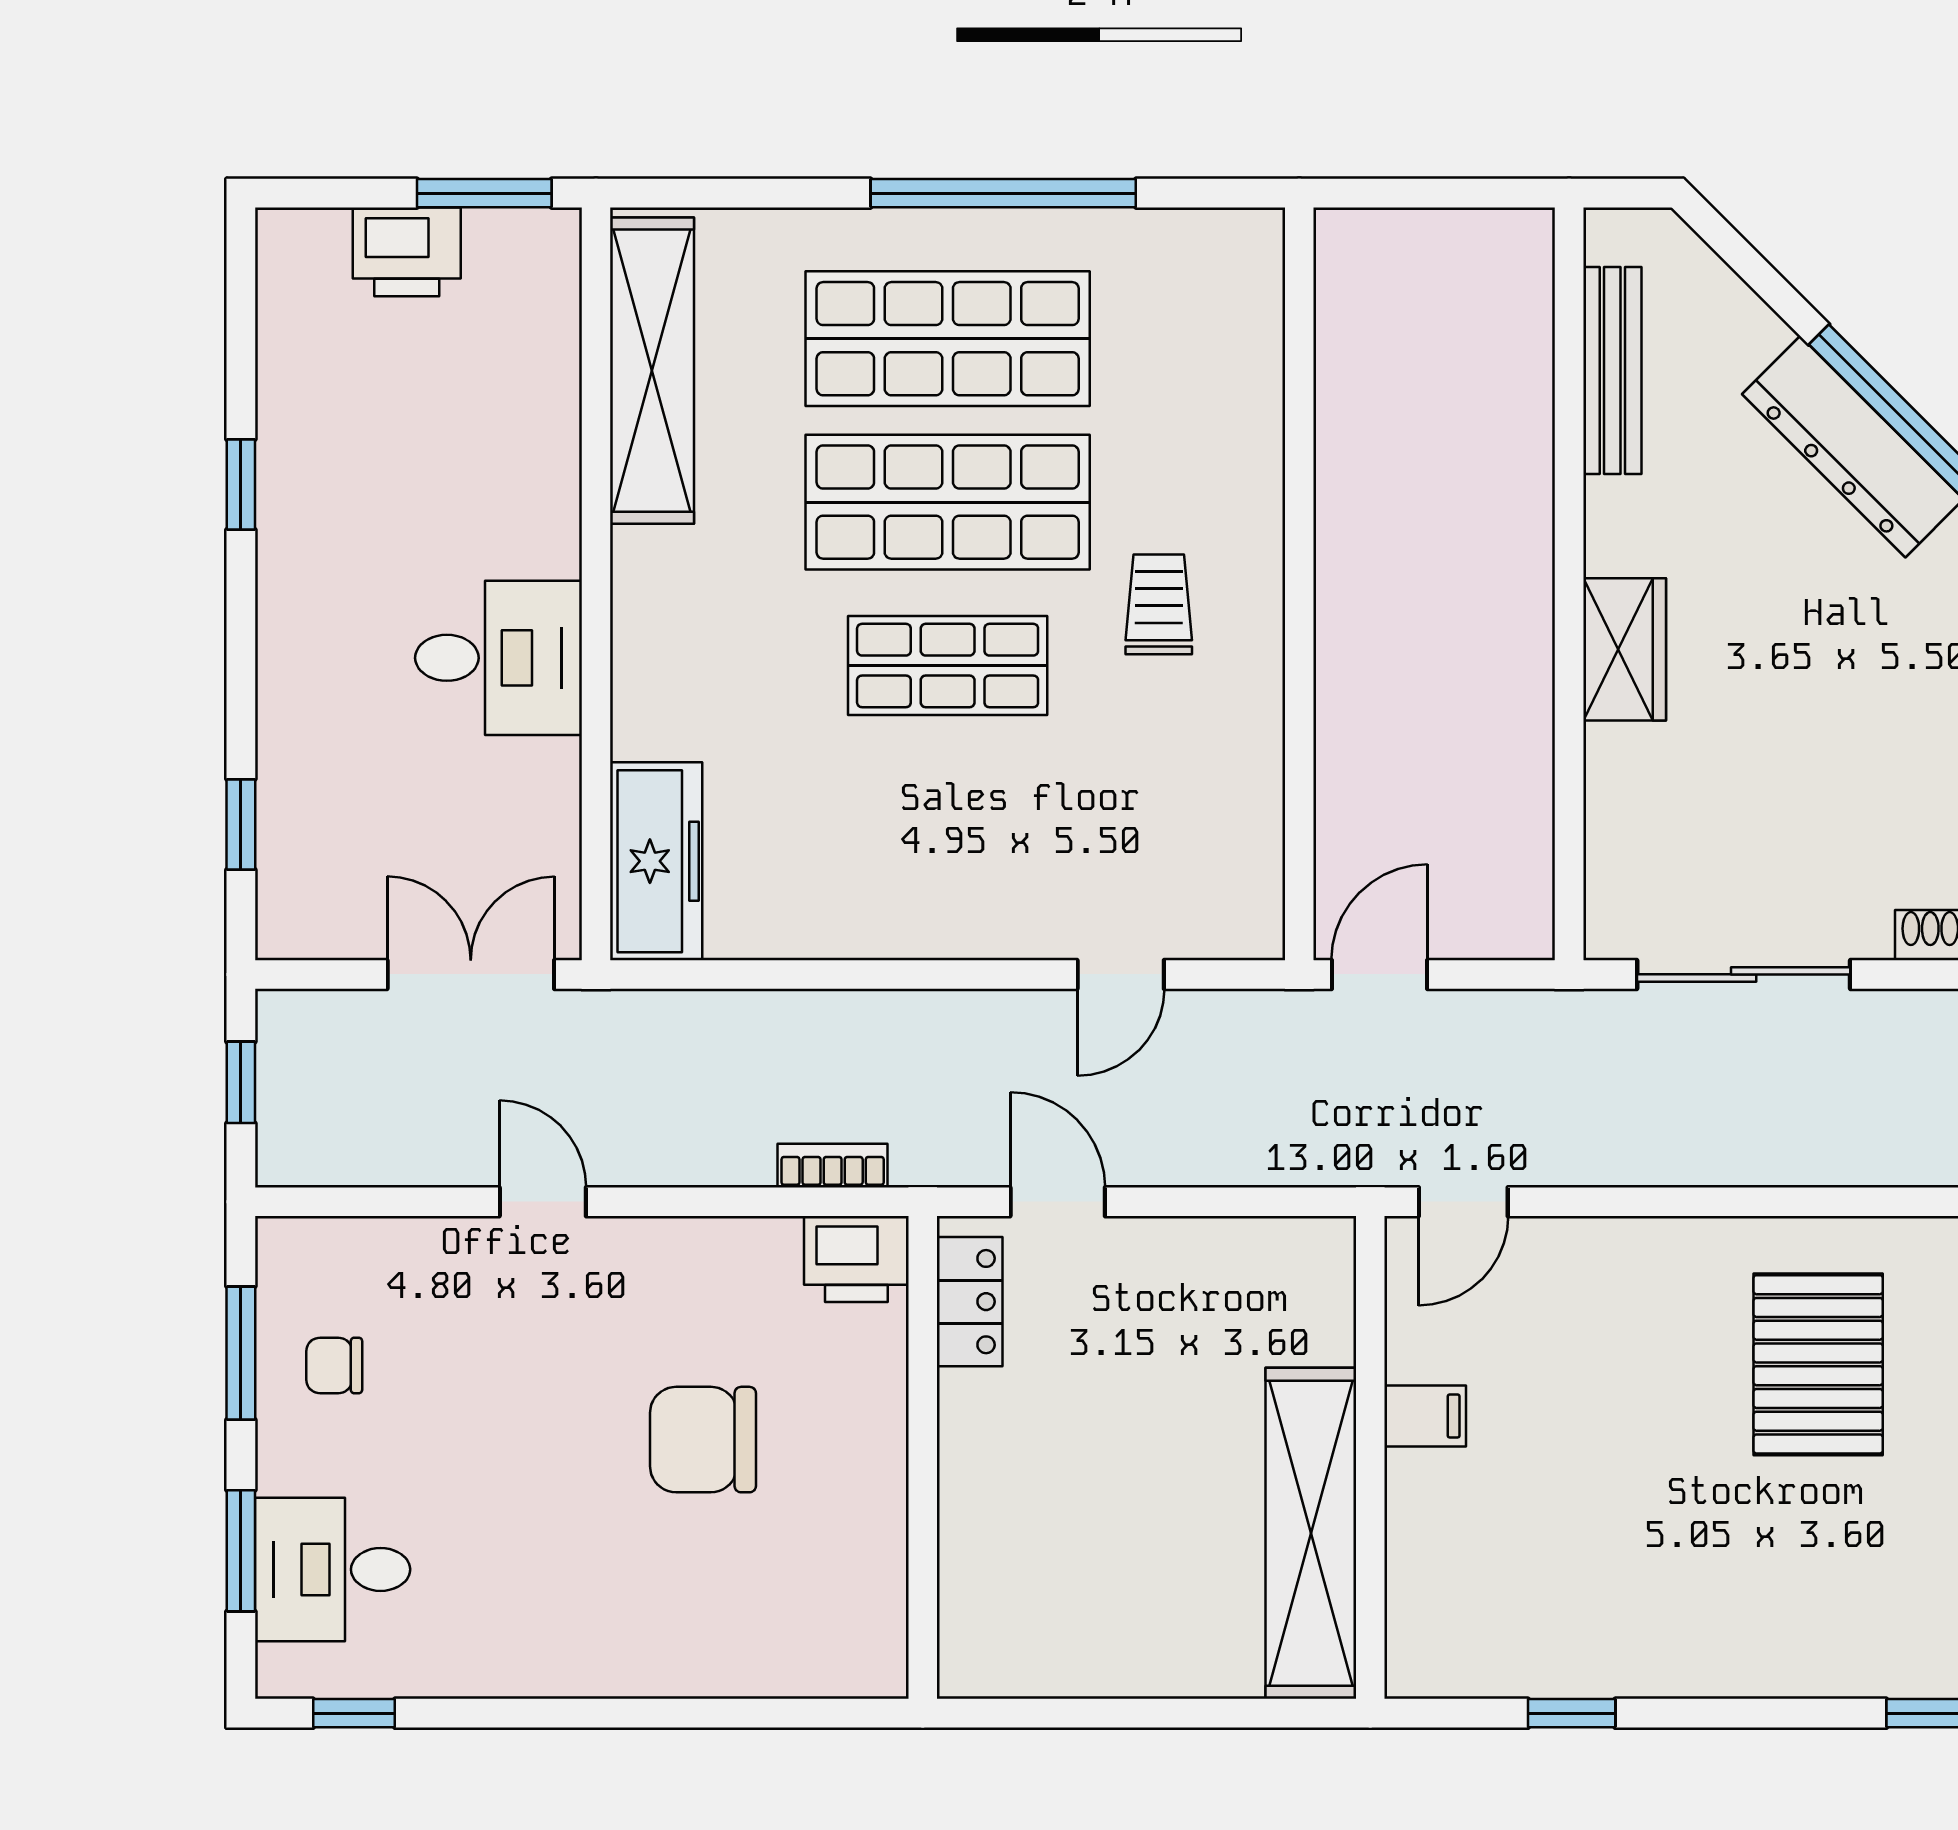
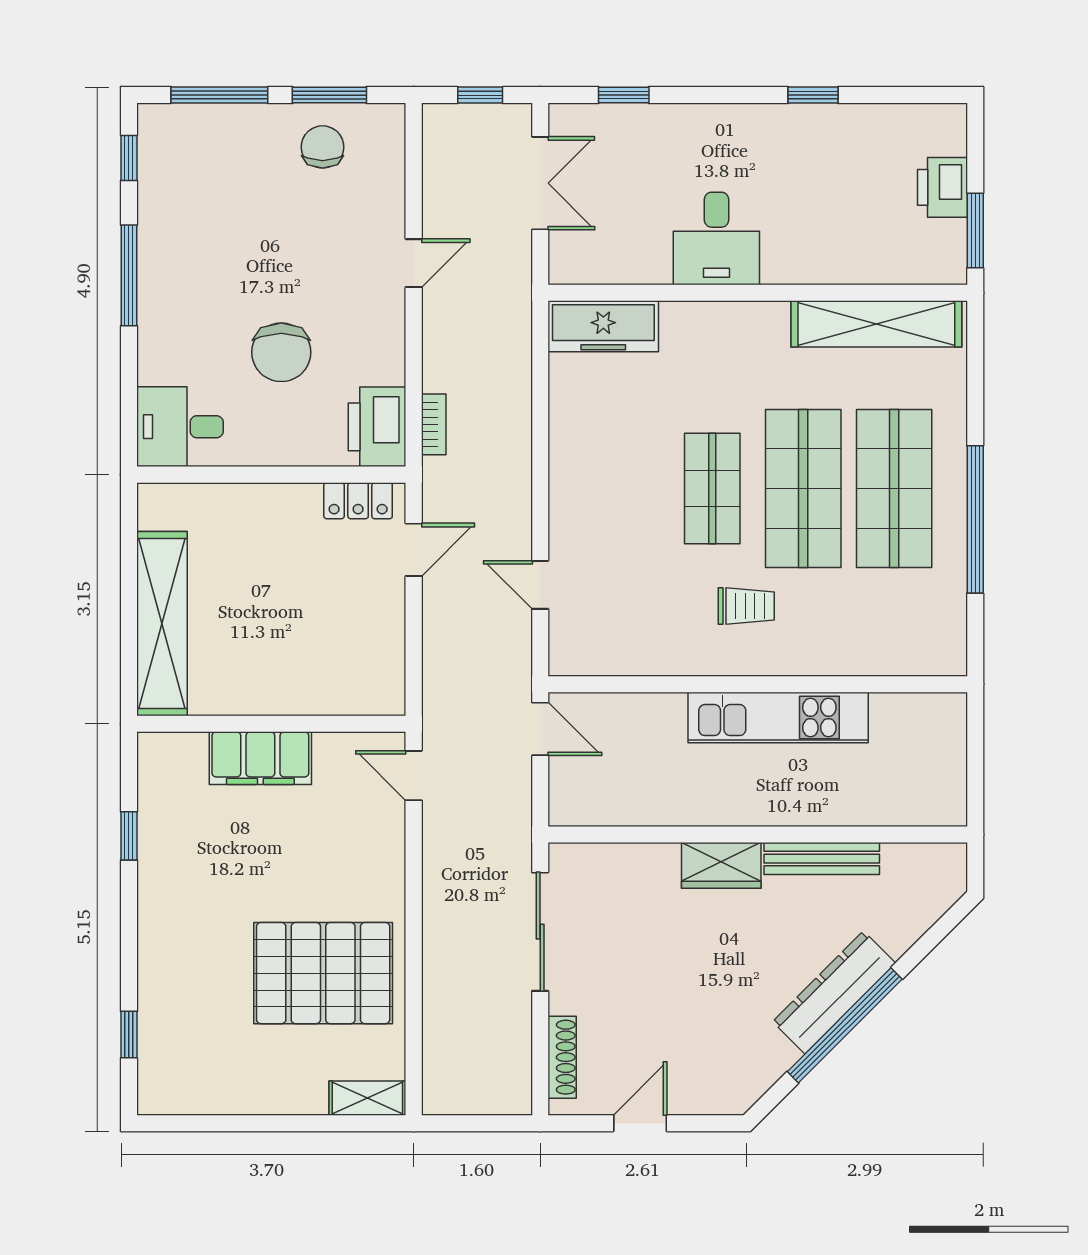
bench: (1612, 370) -> (822, 859), moved
kitchen unit: (1359, 547) -> (778, 717), added
double door: (471, 974) -> (540, 183), moved
printer: (856, 1259) -> (377, 427), width x1.37, depth x1.19
pallet: (1818, 1364) -> (323, 973), width x1.37, depth x1.41
chair: (334, 1365) -> (323, 147), width x1.37, depth x1.37
filing cabinet: (1425, 1416) -> (260, 758), width x3.00, depth x1.17
chair: (703, 1440) -> (281, 352), turned 180
shelving: (1311, 1533) -> (162, 624), moved, turned 90
window: (241, 1551) -> (219, 95), width x1.44
desk: (333, 1569) -> (180, 427), moved, turned -90
window: (565, 1713) -> (129, 275), added

